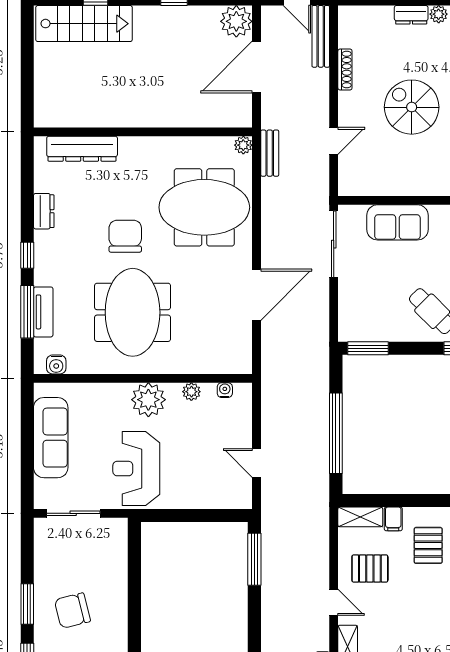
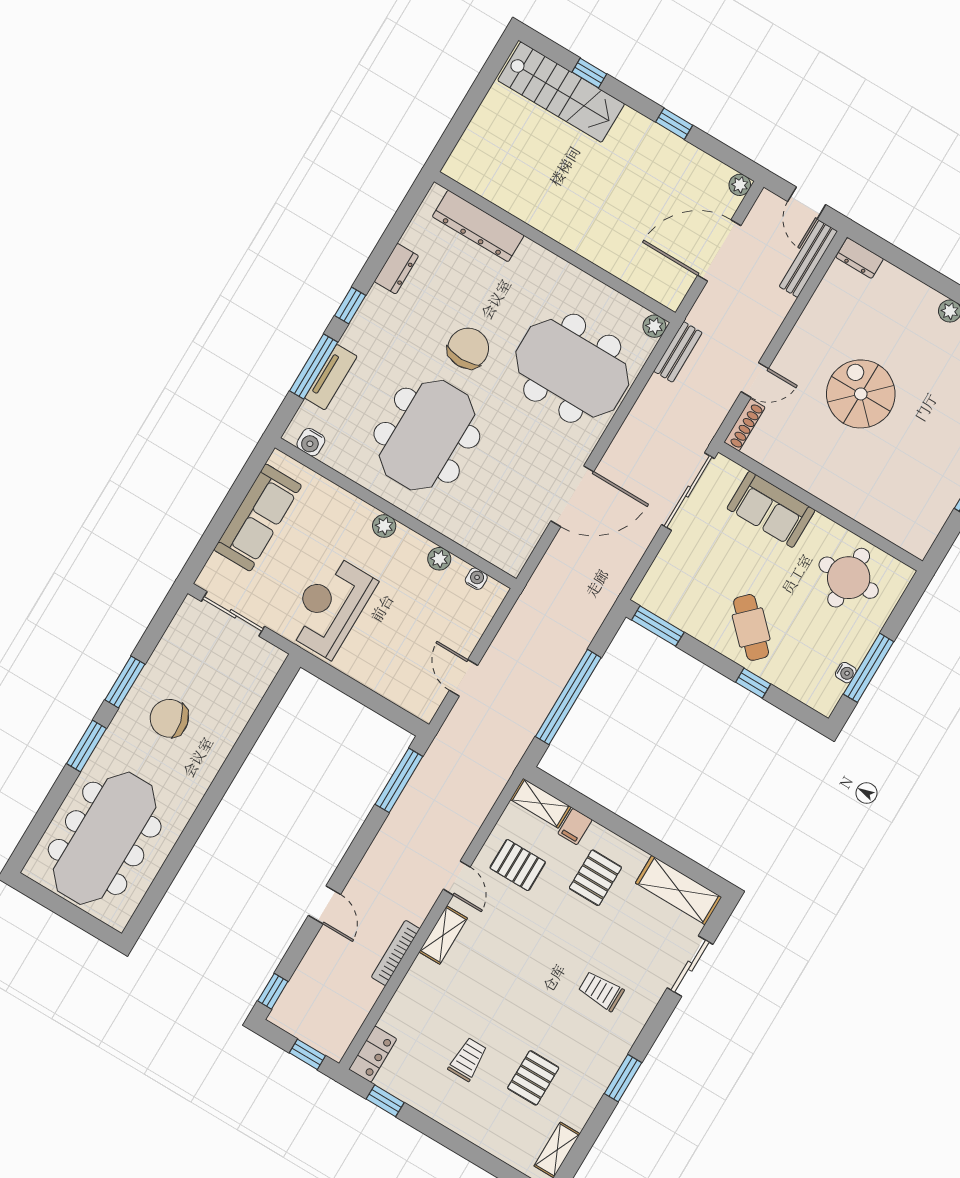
dresser: (411, 15) -> (860, 258), moved
plant: (236, 21) -> (740, 185), width x0.53, depth x0.53
shoe rack: (345, 70) -> (745, 425), moved
plant: (148, 400) -> (384, 526), width x0.53, depth x0.53

